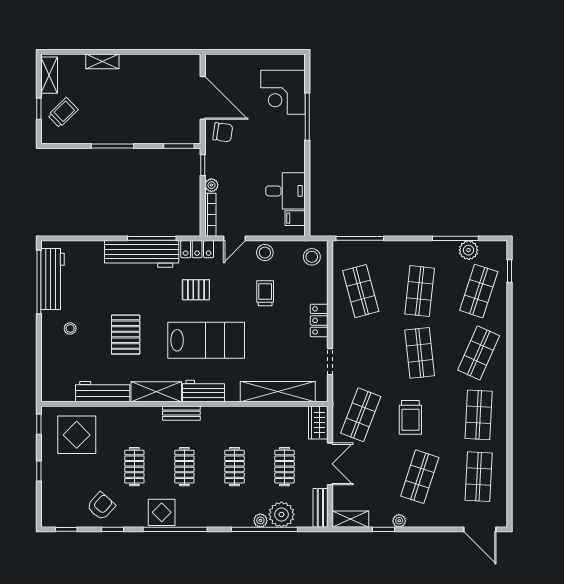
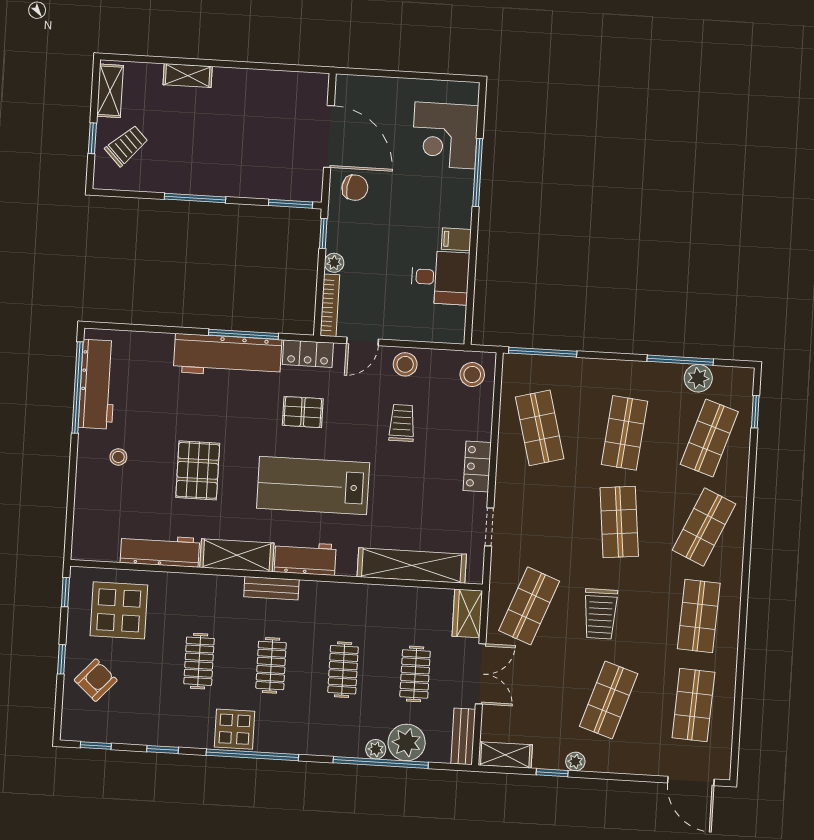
filing cabinet: (295, 218) -> (456, 239), moved
lab bench: (206, 340) -> (313, 486), turned 180
armchair: (101, 506) -> (96, 680), moved

